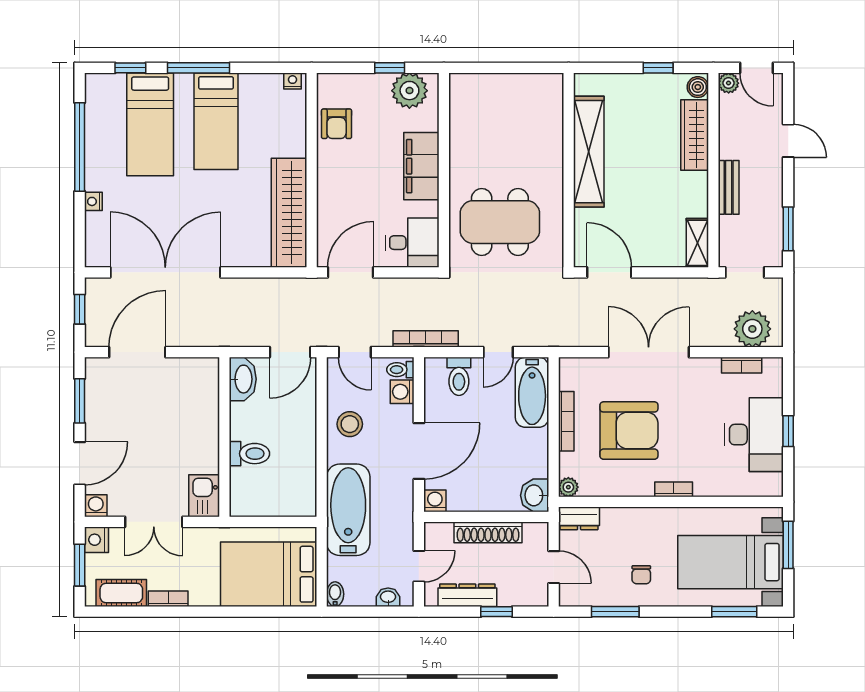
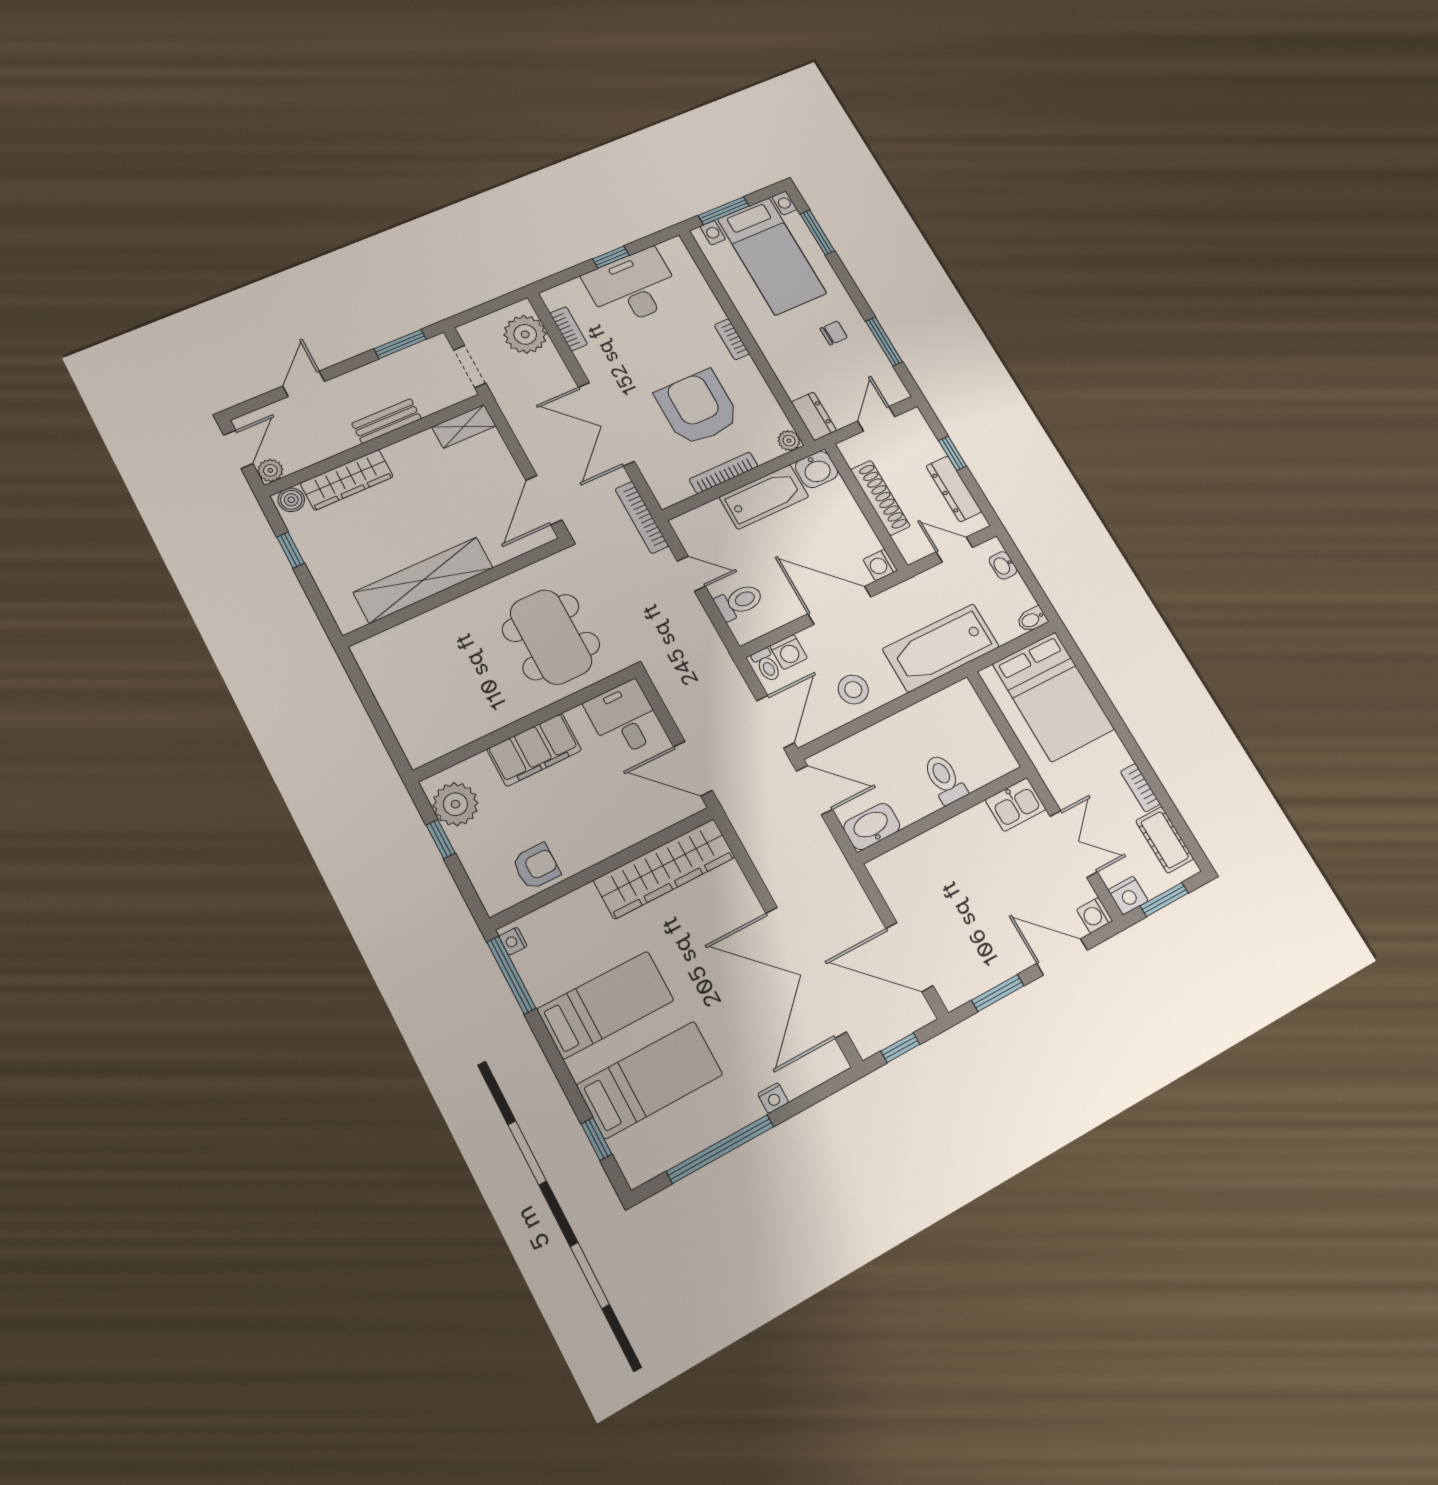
window: (199, 68) -> (511, 975), moved
bookcase: (426, 339) -> (642, 517), moved
door: (355, 352) -> (775, 722), width x1.38
bathtub: (532, 392) -> (764, 497), moved

